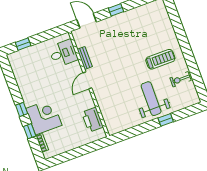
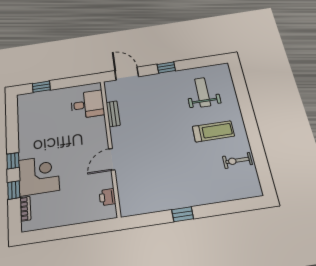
door: (87, 80) -> (112, 159), moved
weight bench: (151, 99) -> (203, 92), moved, width x0.73, depth x0.75
printer: (92, 120) -> (107, 197), width x0.53, depth x0.68
window: (166, 120) -> (183, 214), moved

